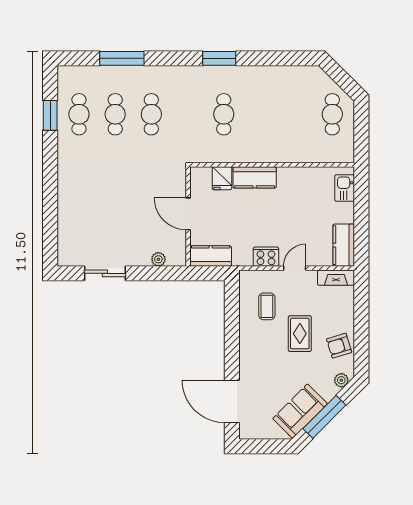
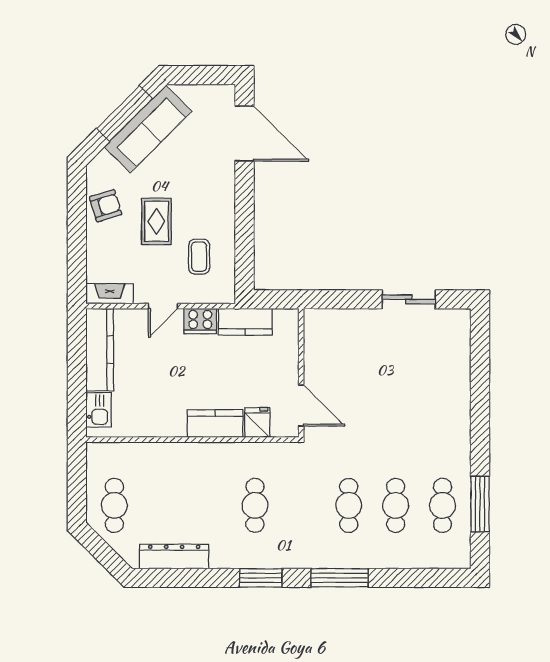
window: (122, 58) -> (340, 578), moved
dresser: (286, 75) -> (174, 556), added
window: (50, 115) -> (480, 504), width x1.44
door: (188, 214) -> (301, 405), moved
kitchen counter: (344, 245) -> (100, 350), width x1.50
kitchen counter: (211, 256) -> (245, 322), moved
plant: (158, 259) -> (340, 318), removed
plant: (341, 380) -> (103, 161), removed
sofa: (300, 411) -> (148, 129), width x1.36

